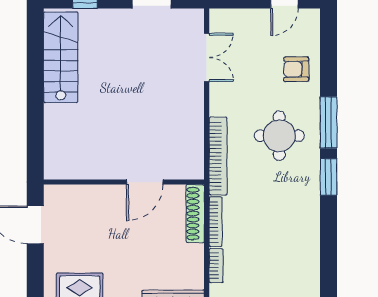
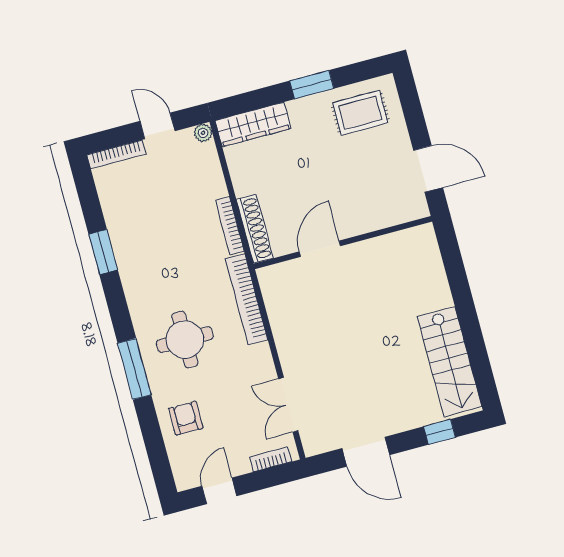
armchair: (296, 69) -> (186, 418), turned -90
window: (328, 177) -> (103, 252), moved
bookcase: (216, 266) -> (271, 459), moved, turned 90

